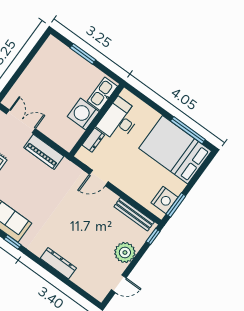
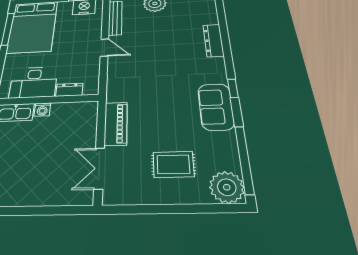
washing machine: (83, 114) -> (42, 110), width x0.53, depth x0.53
door: (99, 178) -> (104, 48), moved

